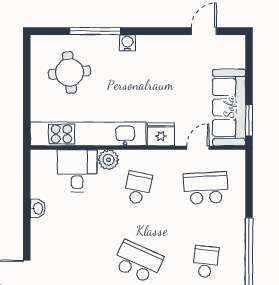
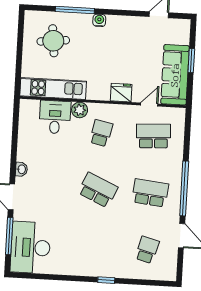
window: (249, 121) -> (191, 61), moved
kitchen unit: (88, 134) -> (53, 88), width x0.73
washbasin: (38, 209) -> (21, 169), moved
school desk: (206, 262) -> (150, 193), width x1.85

